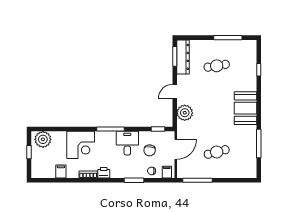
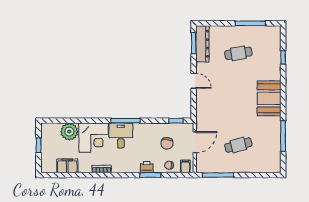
door: (175, 92) -> (194, 81), swing flipped
plant: (185, 113) -> (204, 103), removed
plant: (43, 139) -> (69, 132), moved
desk: (127, 143) -> (121, 136), moved
filing cabinet: (61, 171) -> (67, 166), width x2.00
printer: (104, 173) -> (147, 167), moved

